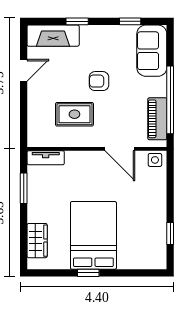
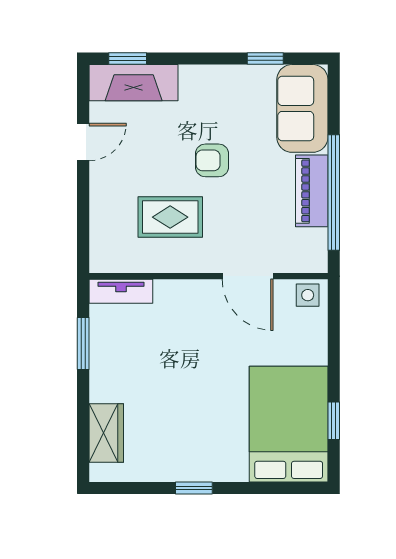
window: (77, 21) -> (128, 58), moved
piano: (157, 119) -> (312, 191), moved
bed: (93, 235) -> (289, 424), moved

